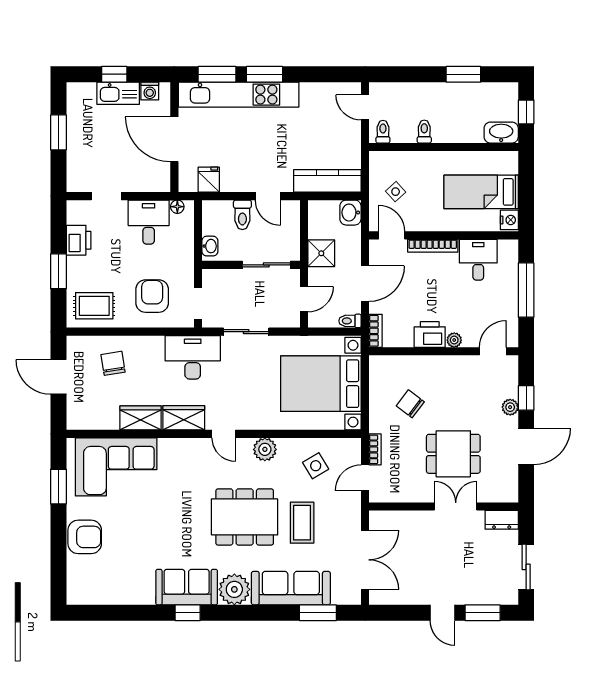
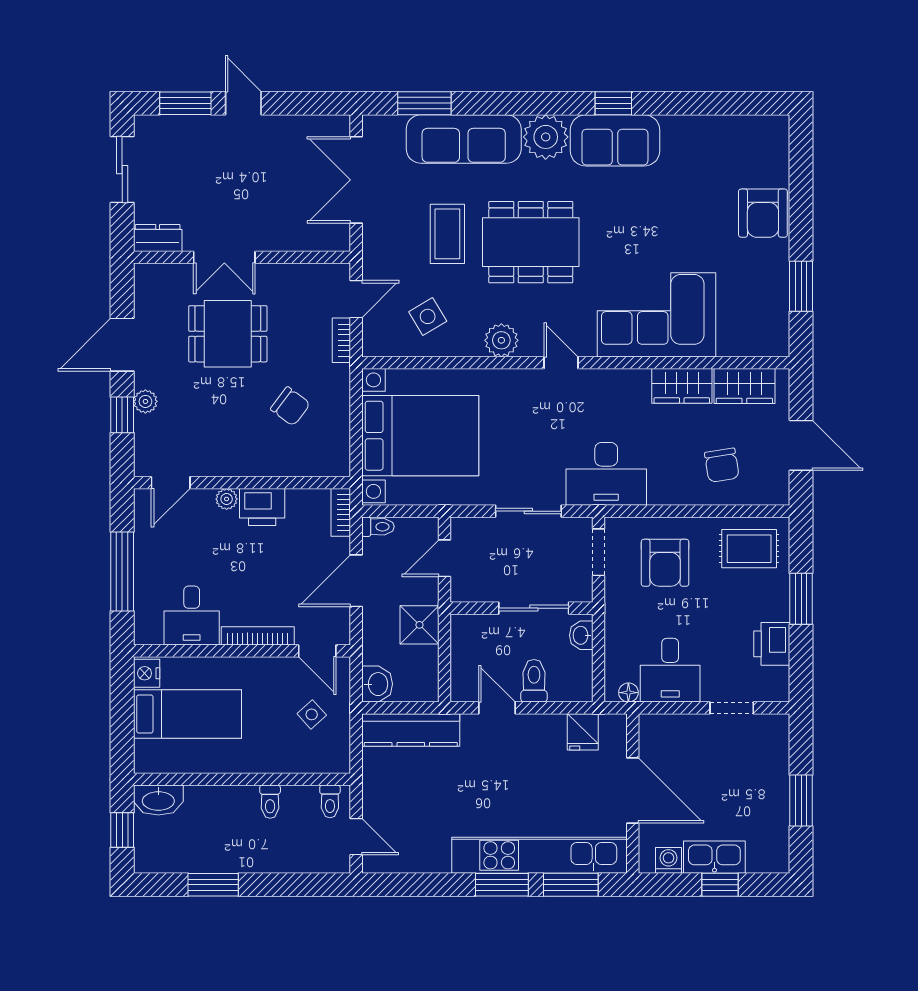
sliding door: (266, 265) -> (534, 608), moved
wardrobe: (184, 418) -> (744, 386), moved
corner sofa: (116, 467) -> (657, 315), moved
armchair: (85, 537) -> (763, 213), turned -90

